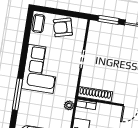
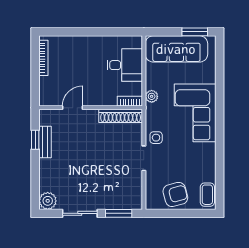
corner sofa: (41, 69) -> (195, 113), moved
side table: (71, 73) -> (156, 138), added
window: (17, 94) -> (220, 100), removed

